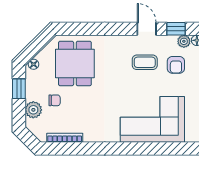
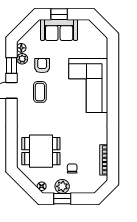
armchair: (176, 65) -> (42, 66), turned -90
plant: (33, 110) -> (62, 186), moved

